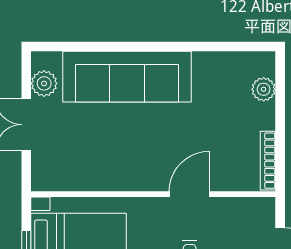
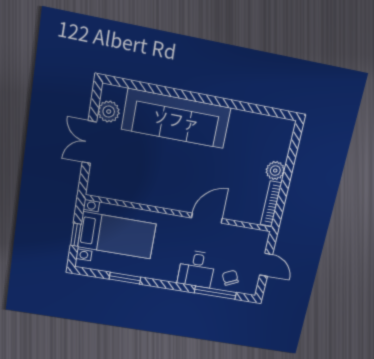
plant: (264, 89) -> (275, 171), moved

